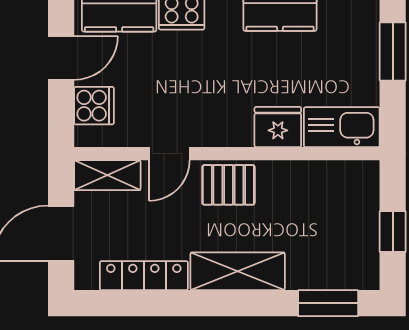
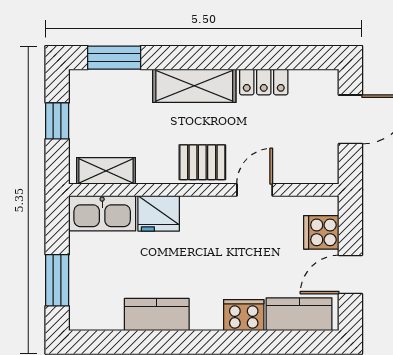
shelving: (107, 175) -> (106, 171), moved
locker: (144, 276) -> (264, 82), width x0.66

